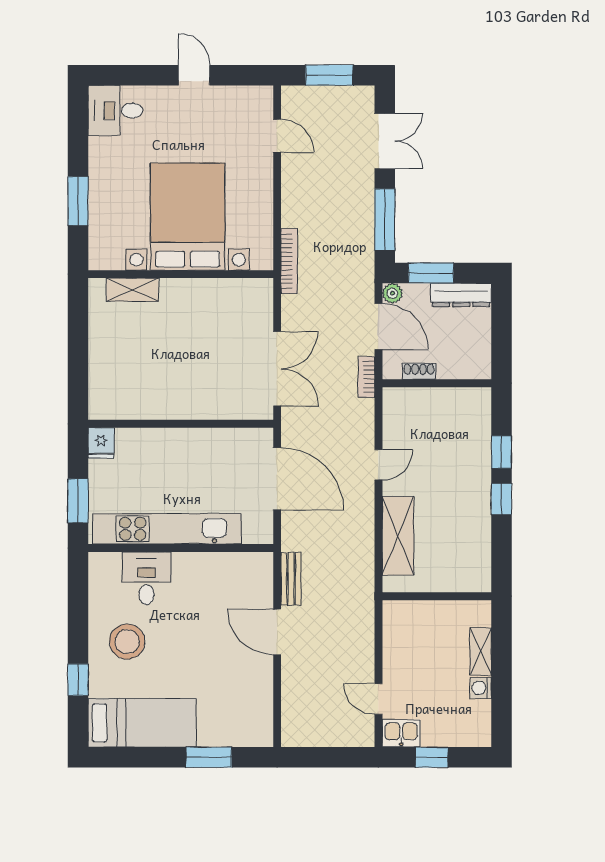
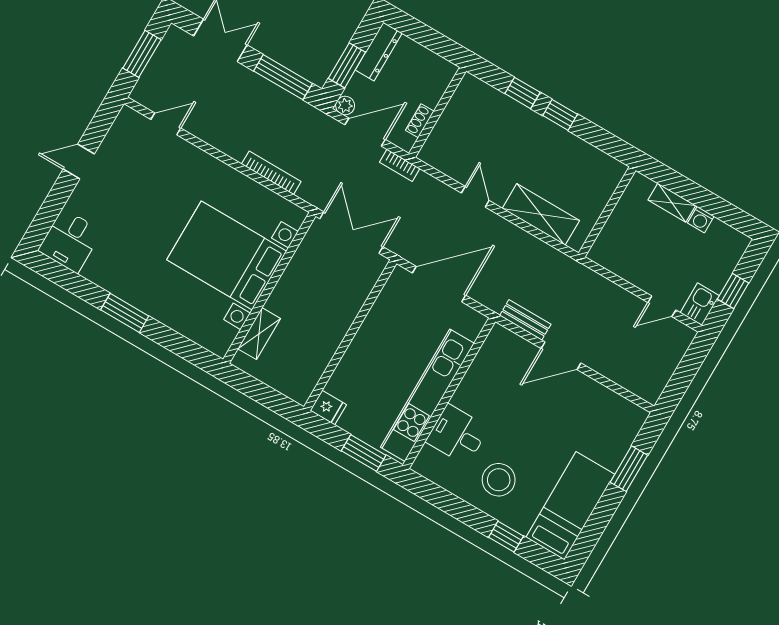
bed with nightstands: (188, 217) -> (227, 255), moved
wall: (181, 274) -> (269, 288), moved
shelving: (132, 290) -> (259, 334), moved

